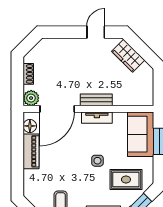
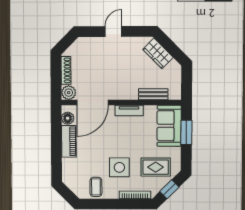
door: (96, 32) -> (113, 32), moved
shoe rack: (28, 74) -> (66, 70), width x1.43
bench: (96, 100) -> (153, 94), moved
side table: (97, 161) -> (119, 167), moved, width x1.87, depth x1.87

